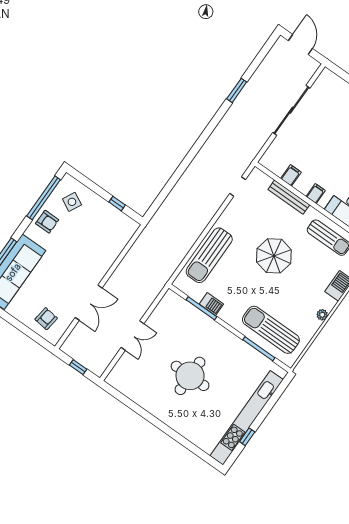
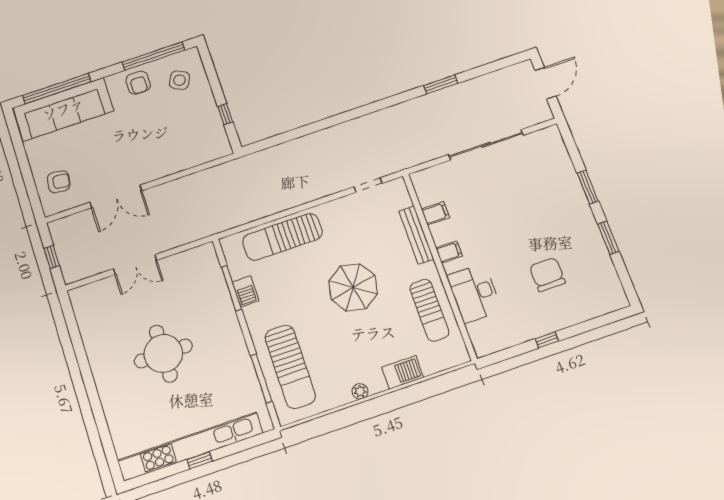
sun lounger: (271, 330) -> (290, 367), turned 180
window: (247, 437) -> (200, 460), moved

